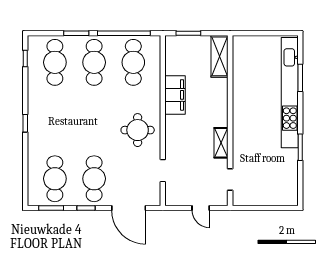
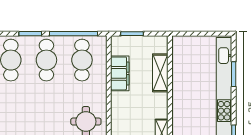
shelving: (220, 56) -> (160, 73), moved
filing cabinet: (175, 95) -> (120, 73), moved

